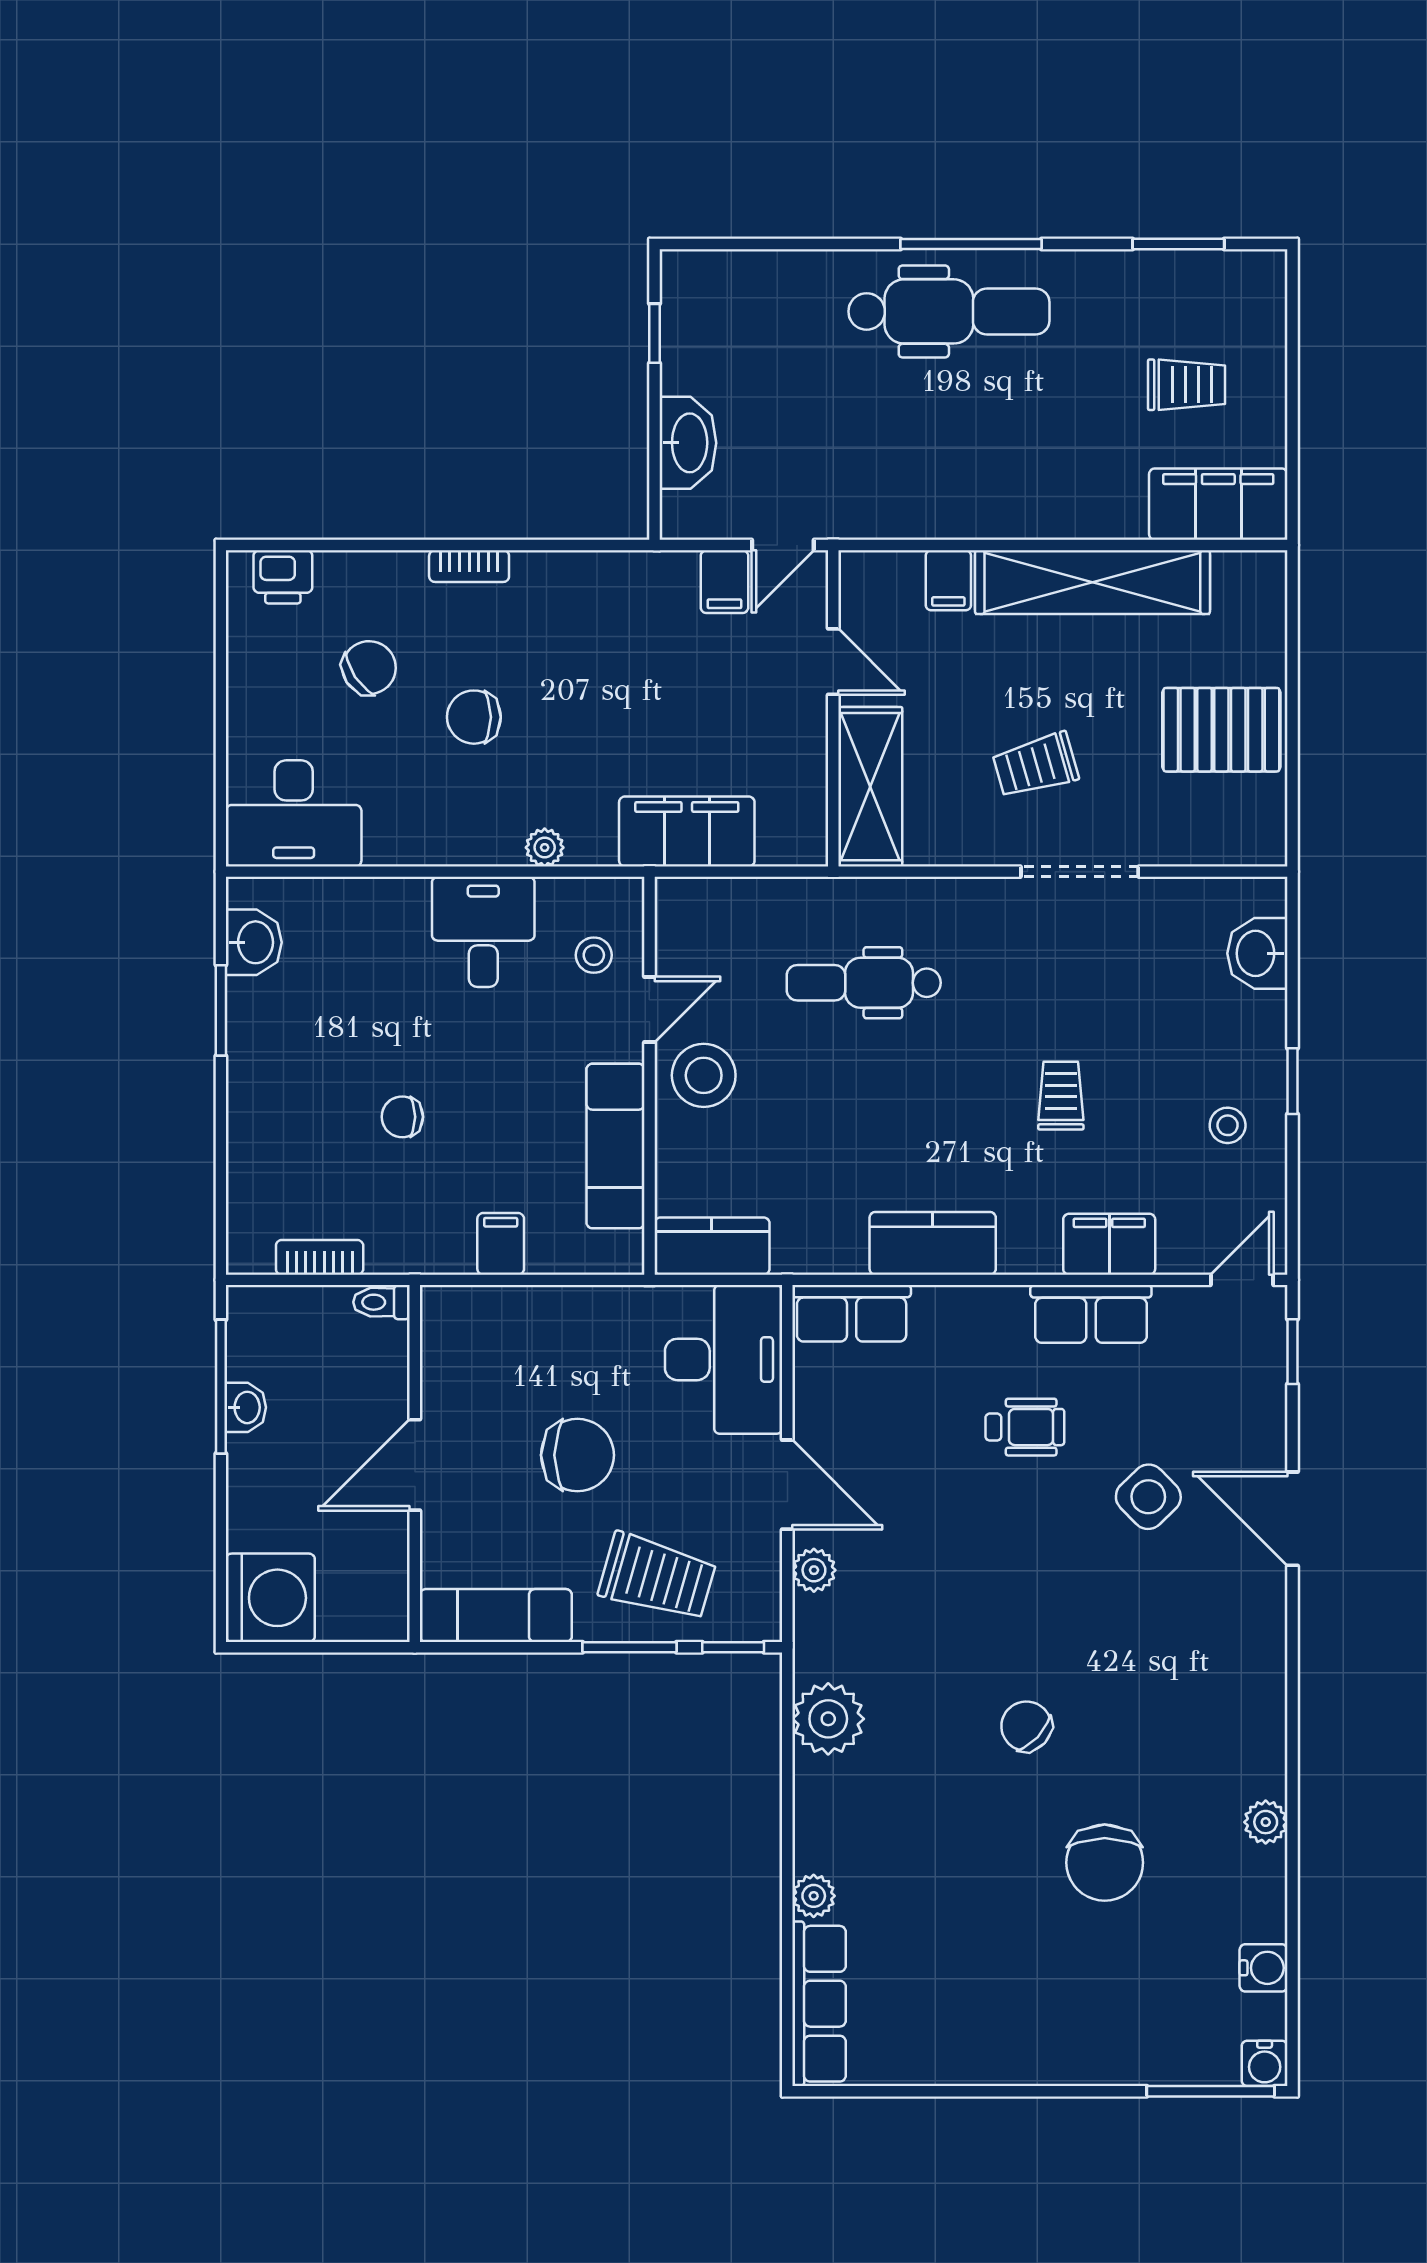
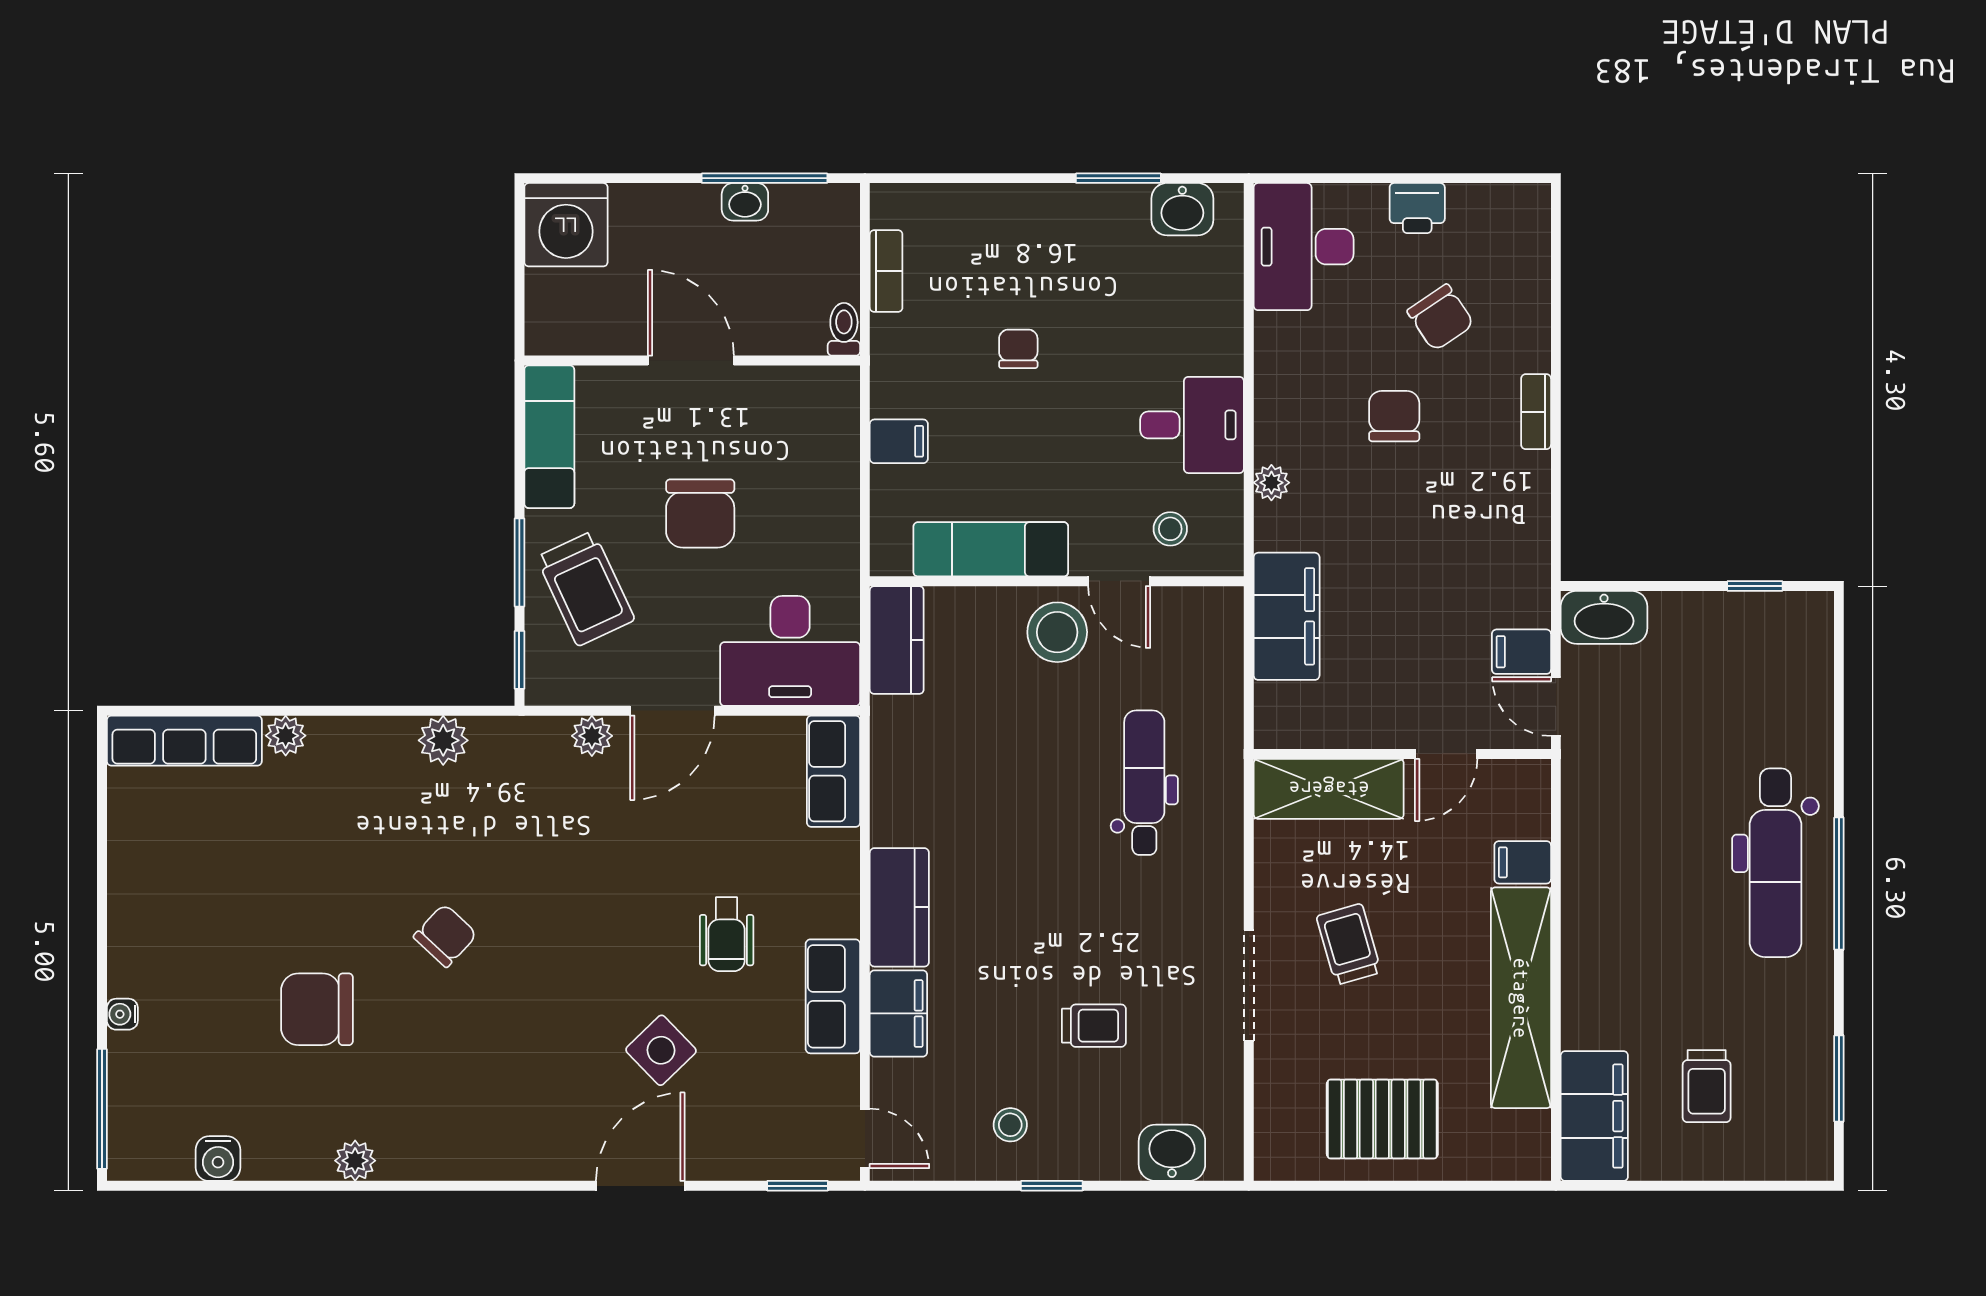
washbasin: (688, 443) -> (1604, 617), moved
printer: (283, 577) -> (1417, 208), moved, turned -90
pallet: (1221, 730) -> (1382, 1119), turned 90
trolley: (1061, 1096) -> (1094, 1026), moved
kitchen counter: (933, 1243) -> (899, 907), moved
trolley: (657, 1577) -> (586, 588), turned -41
plant: (828, 1719) -> (443, 740), width x0.73, depth x0.73
water cooler: (1265, 2063) -> (122, 1014), moved, width x0.72, depth x0.72

